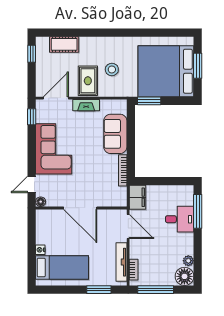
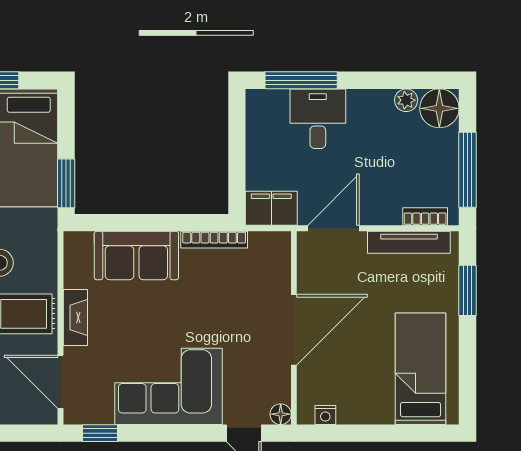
nightstand: (40, 250) -> (325, 415), moved

